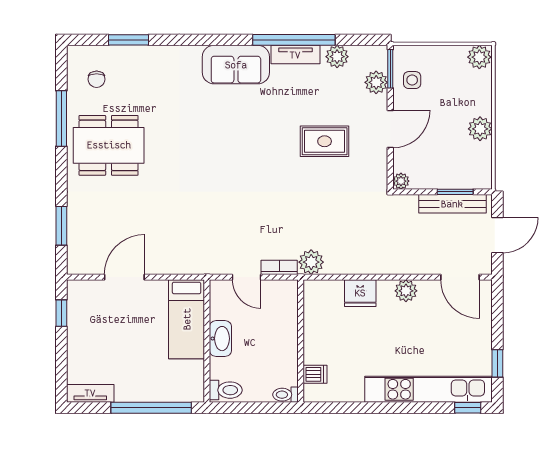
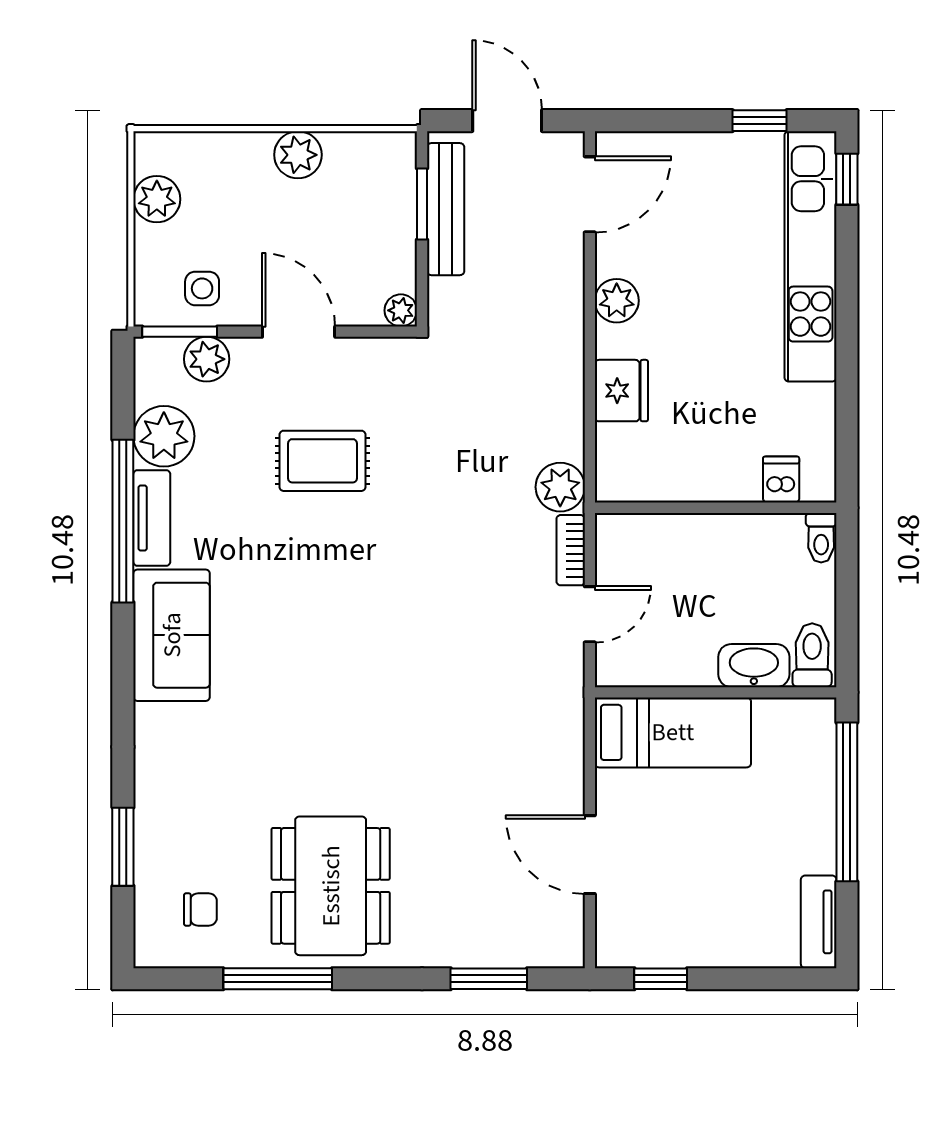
plant: (337, 57) -> (164, 436), width x1.36, depth x1.36
plant: (479, 57) -> (157, 199), moved
rug: (325, 141) -> (323, 461), turned 90
washbasin: (220, 339) -> (754, 666), moved

